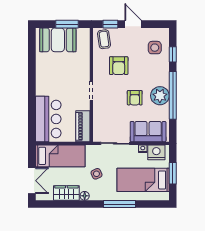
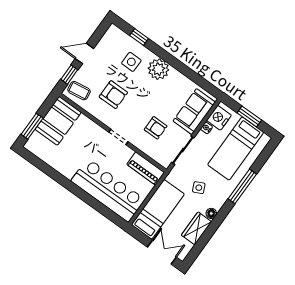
window: (67, 24) -> (32, 126), moved
booth: (58, 40) -> (58, 121), moved
side table: (155, 48) -> (131, 62), moved
window: (173, 95) -> (177, 64), removed
plant: (160, 96) -> (158, 69), moved
armchair: (135, 98) -> (156, 128), moved
bar counter: (48, 119) -> (108, 190), width x1.36

